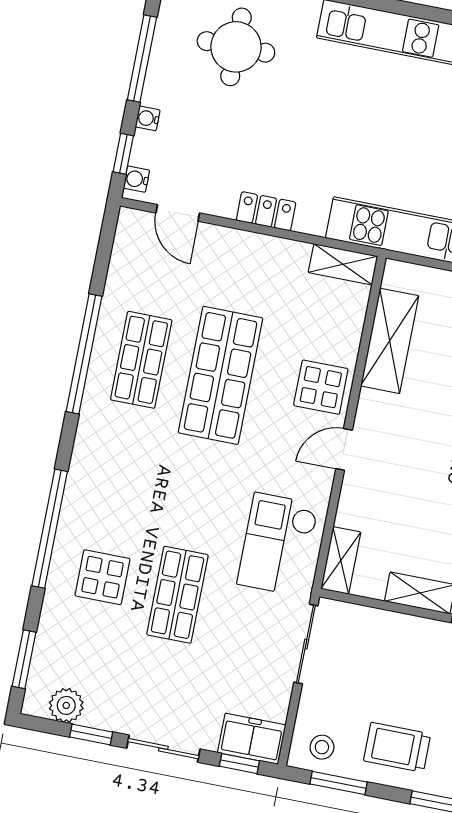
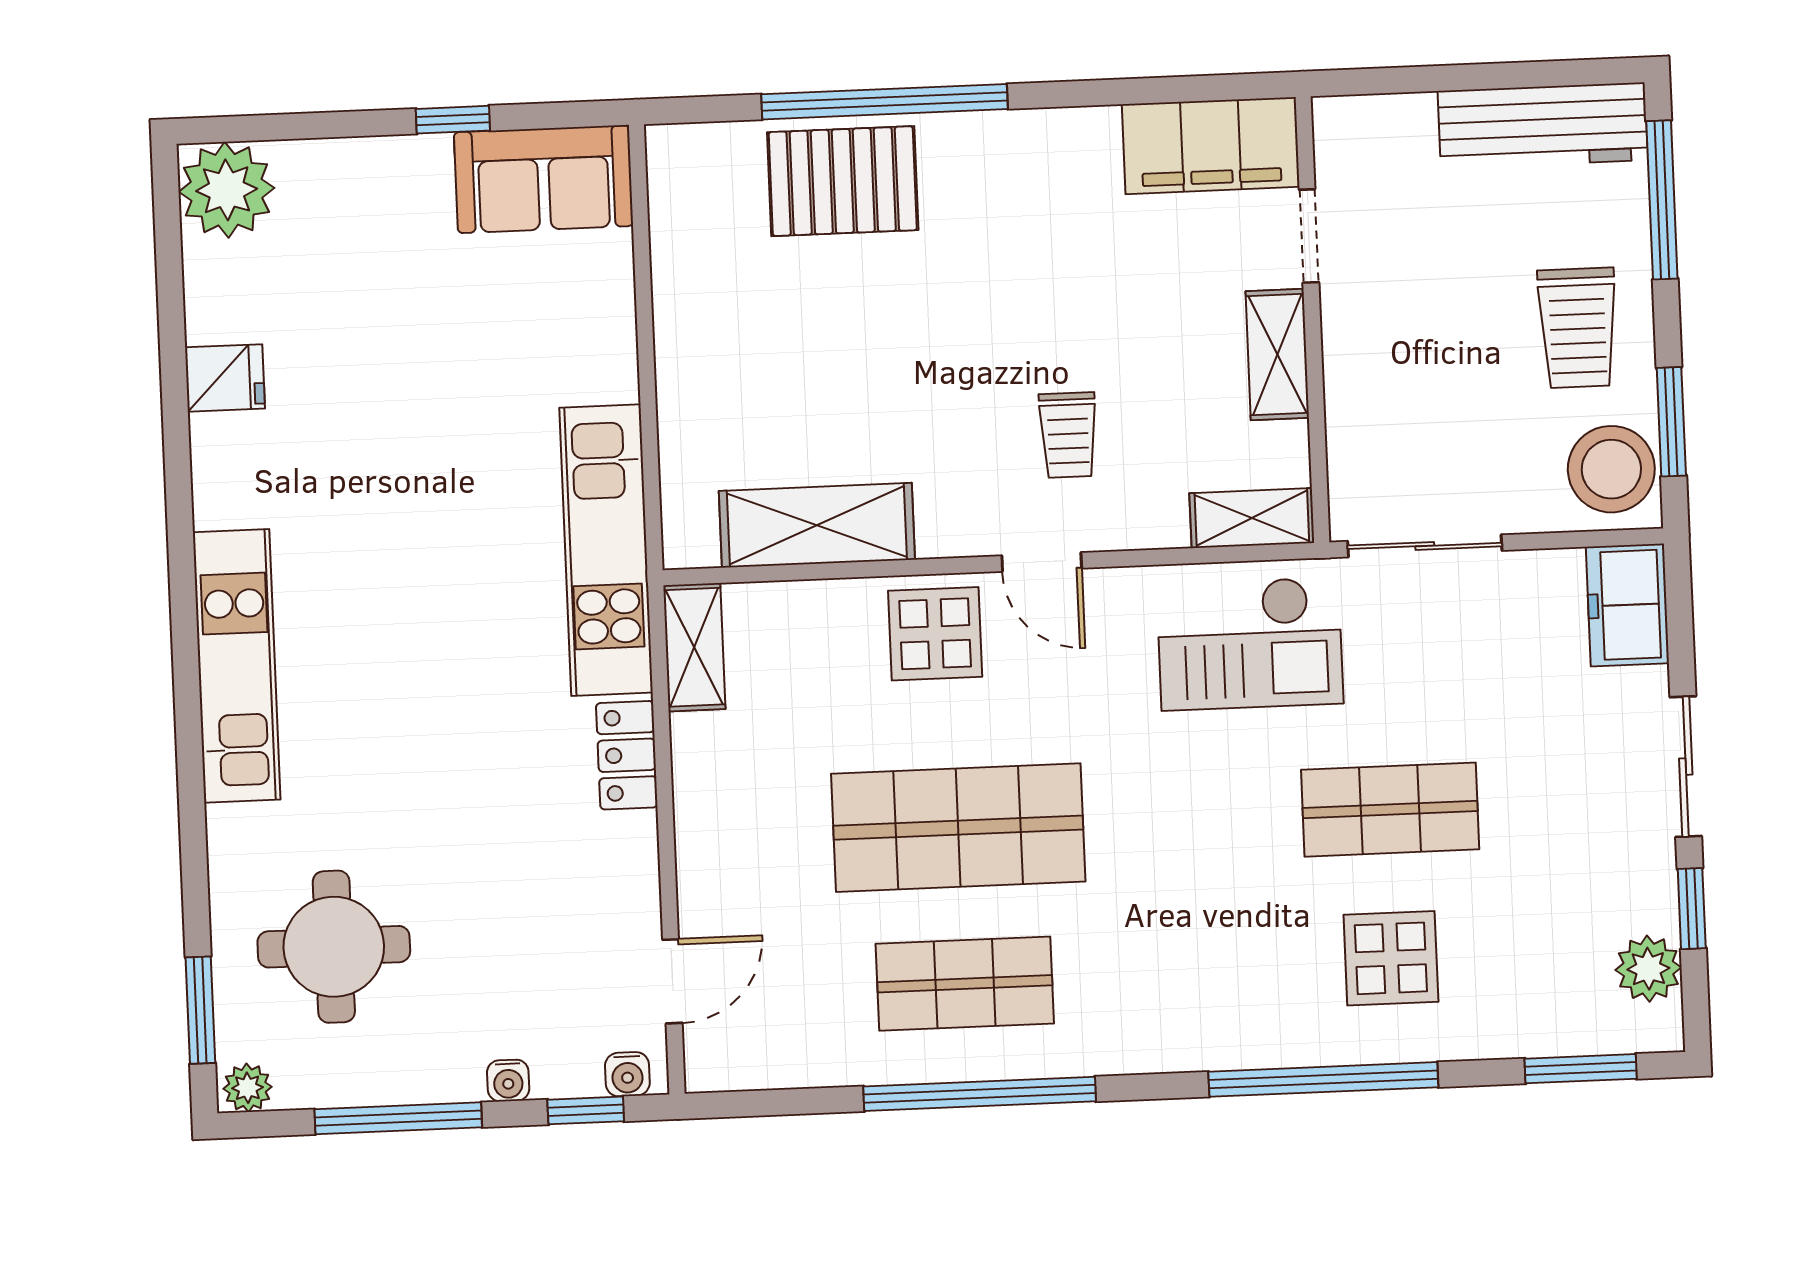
locker: (266, 211) -> (627, 755), moved
trolley: (405, 478) -> (1068, 435), added
stool: (322, 747) -> (1611, 469), width x1.89, depth x1.89
window: (239, 764) -> (1679, 617), removed

